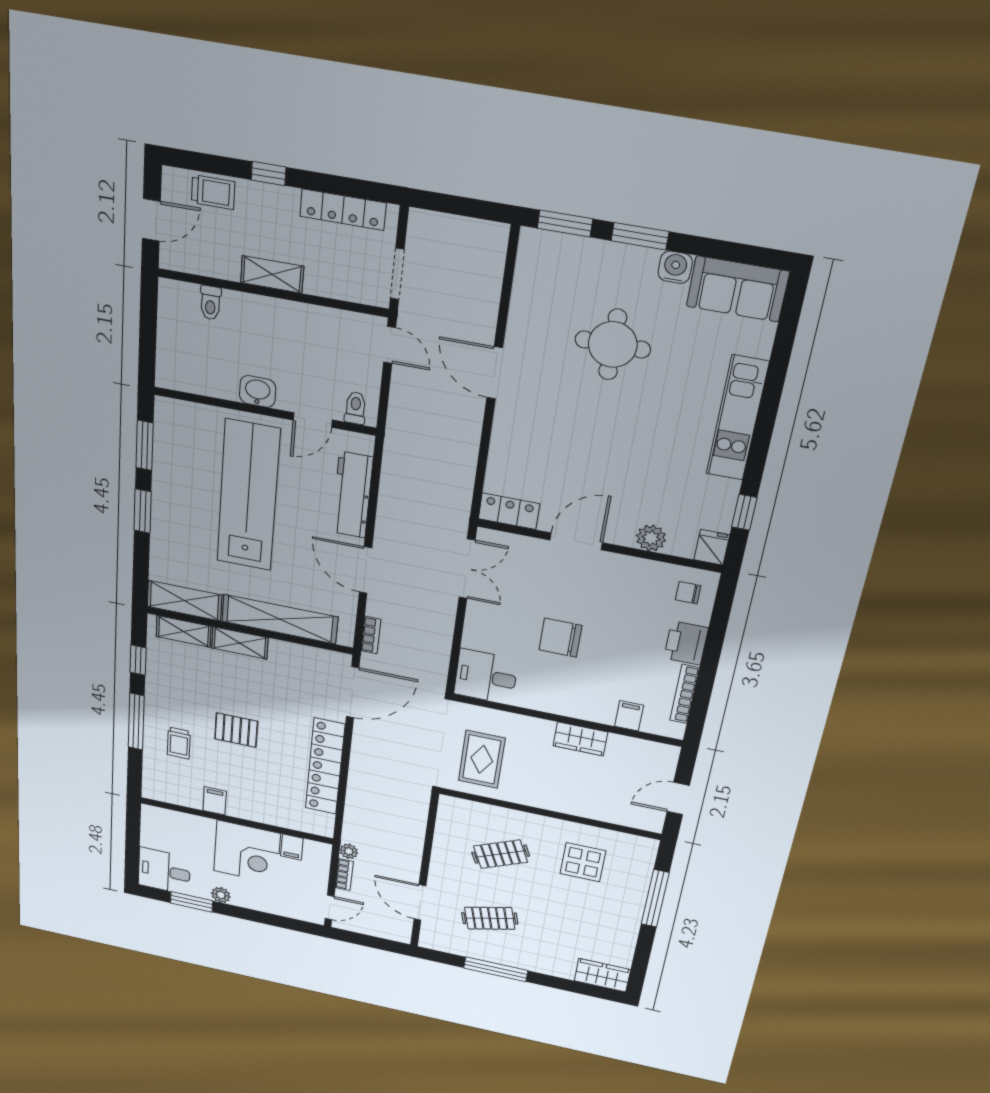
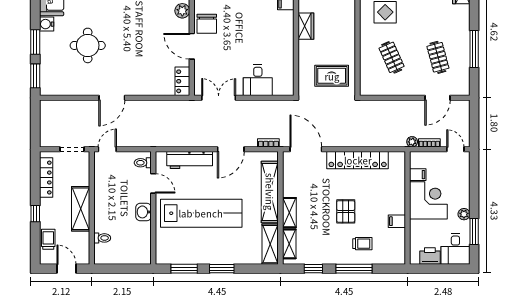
shelving: (272, 275) -> (81, 209), width x1.50, depth x1.33
lab bench: (248, 496) -> (201, 213), turned 180
chair: (560, 638) -> (207, 24), moved
desk: (486, 677) -> (258, 80), moved
printer: (154, 834) -> (430, 256), added

